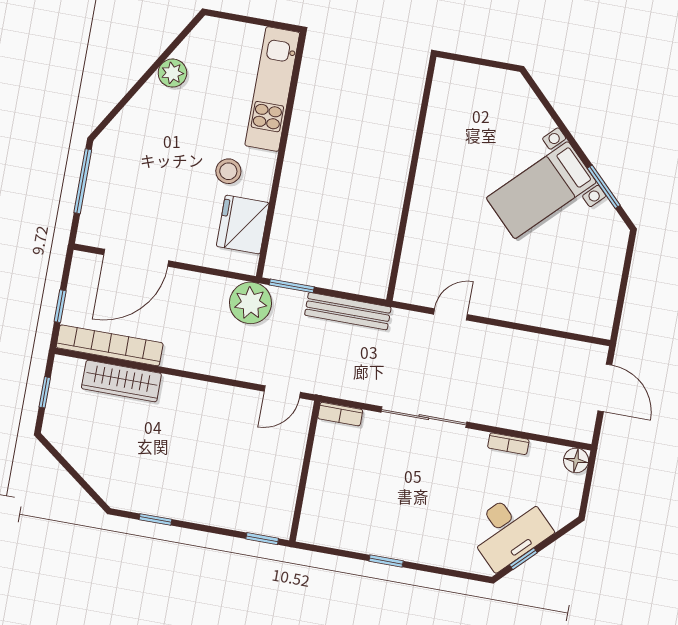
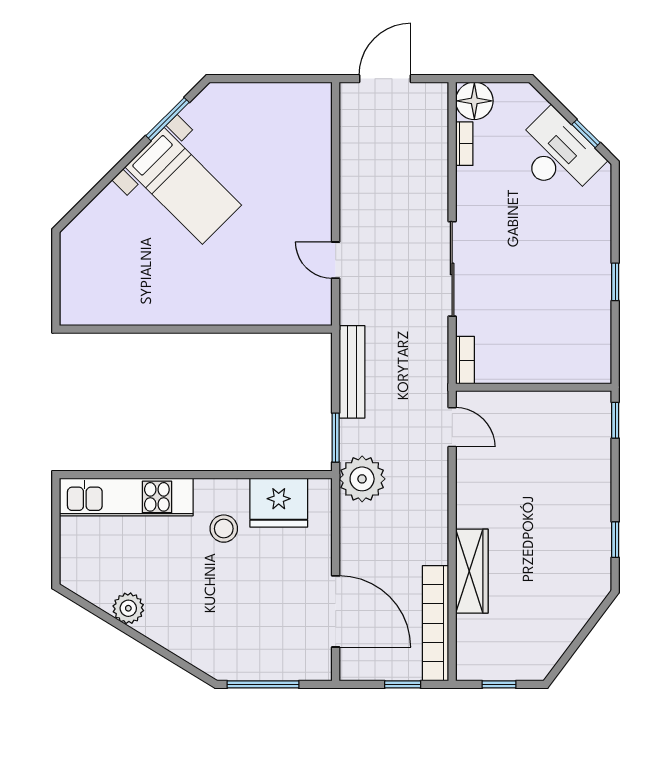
wardrobe: (121, 381) -> (472, 571), moved
bookcase: (508, 444) -> (464, 144), moved
floor lamp: (576, 460) -> (474, 101), width x1.38, depth x1.38

